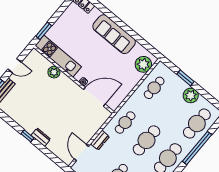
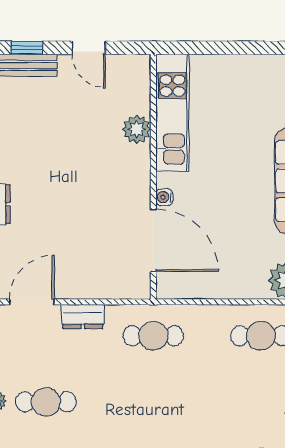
window: (44, 31) -> (196, 48), removed
cafe table: (146, 140) -> (153, 402), removed

